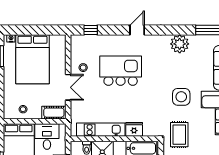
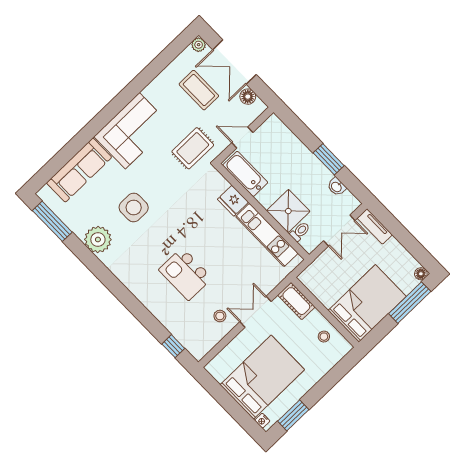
door: (137, 30) -> (126, 298), removed
kitchen island: (121, 71) -> (185, 274), width x0.73, depth x0.78
side table: (181, 97) -> (134, 207), moved
desk: (47, 137) -> (328, 284), removed

